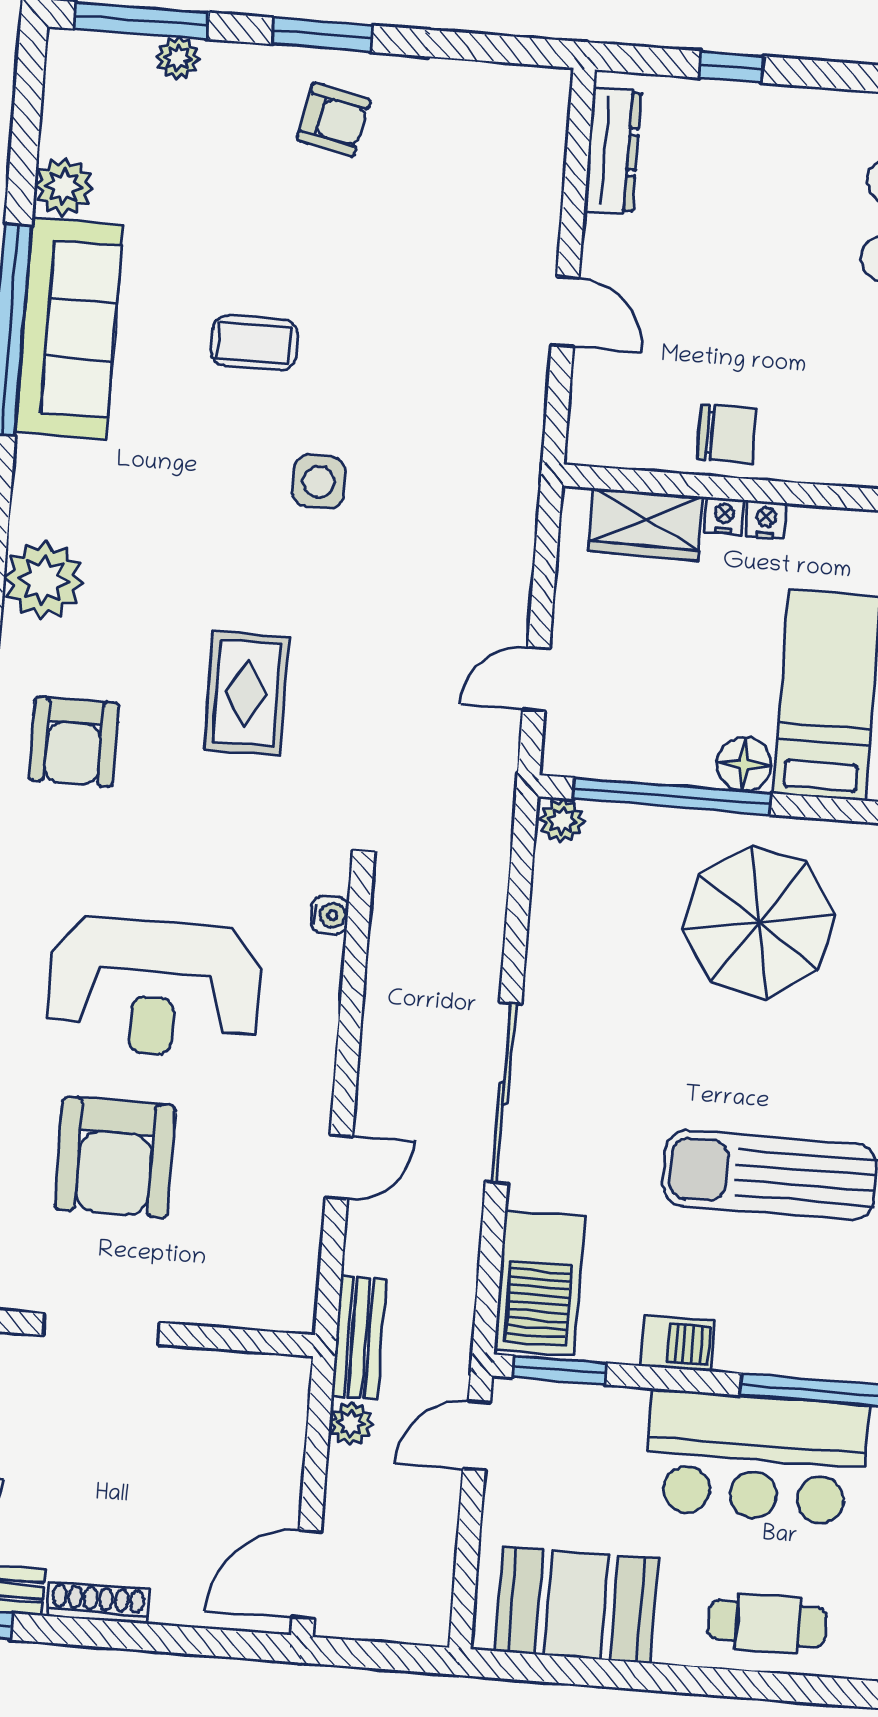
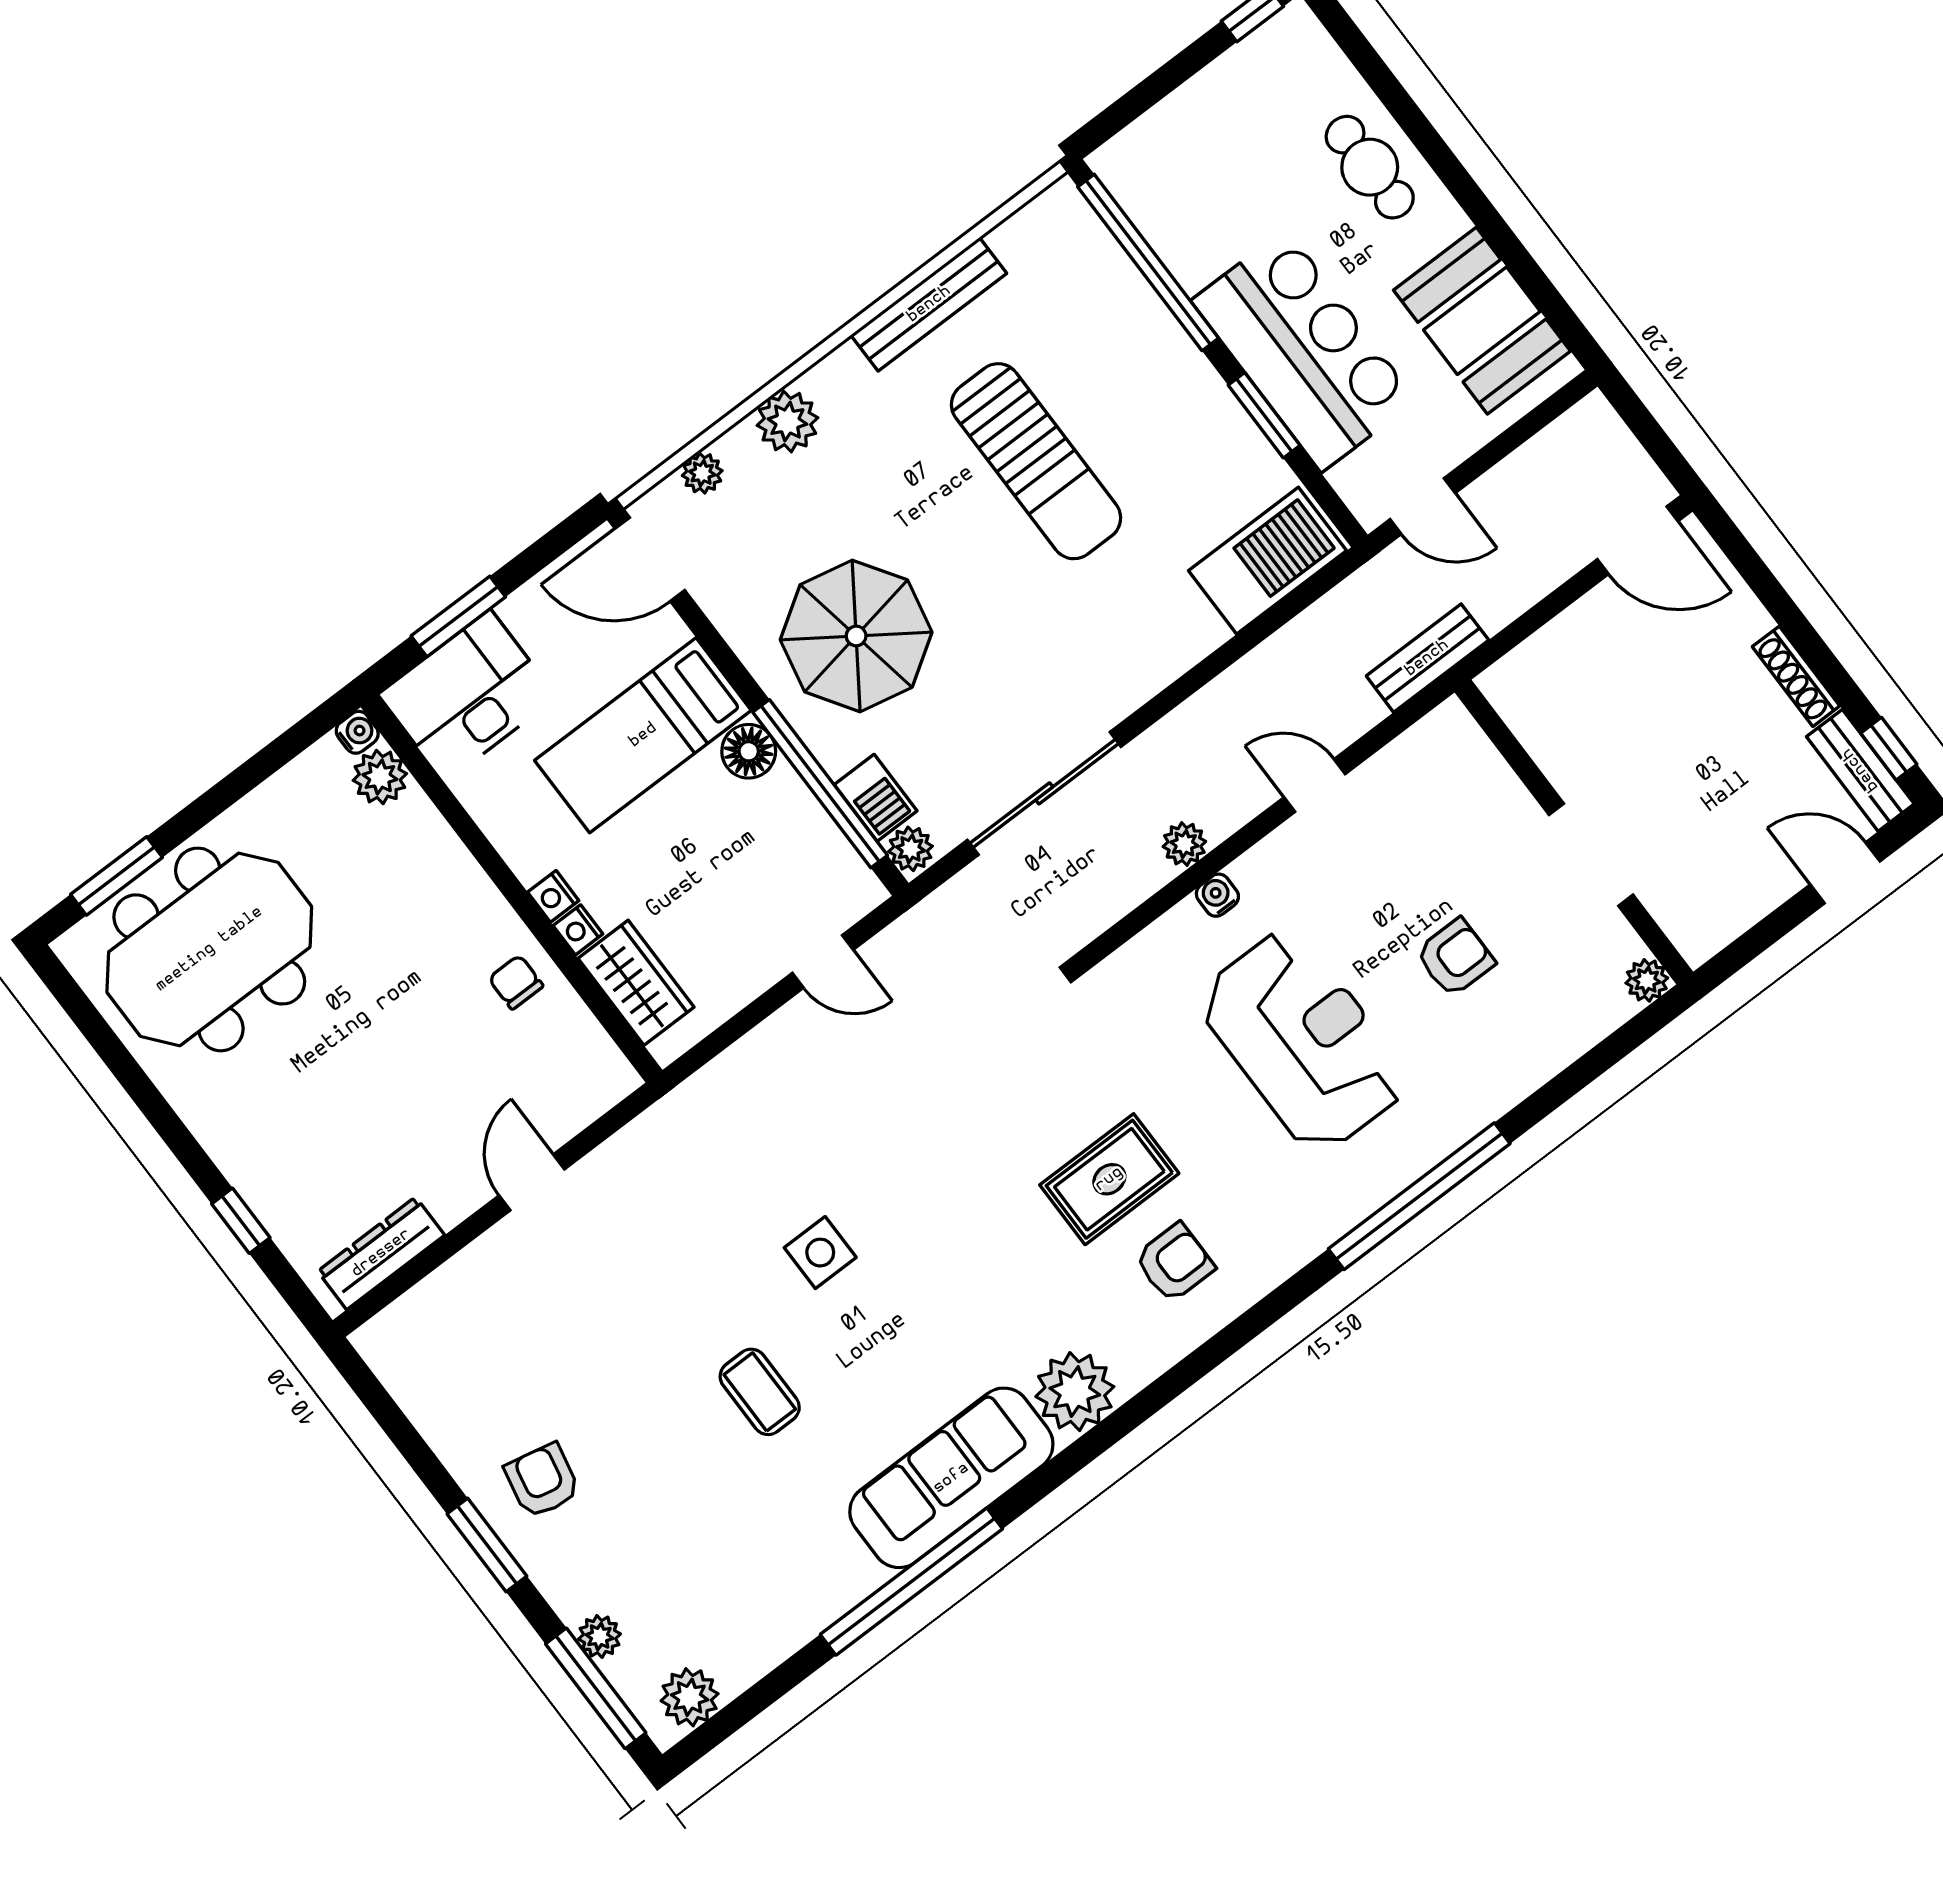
plant: (64, 187) -> (690, 1697), moved
sofa: (69, 329) -> (951, 1478), moved
chair: (726, 434) -> (516, 982), width x0.73, depth x0.73
rug: (246, 693) -> (1109, 1179), moved
armchair: (74, 742) -> (1174, 1263), width x0.72, depth x0.72
water cooler: (330, 915) -> (1217, 895), moved
sliding door: (504, 1093) -> (1044, 793), moved
armchair: (115, 1157) -> (1455, 958), width x0.53, depth x0.53
barbecue: (678, 1343) -> (876, 798), moved, turned 180
window: (560, 1370) -> (1264, 415), moved
plant: (351, 1423) -> (1184, 844), moved
bar counter: (756, 1457) -> (1304, 351), moved

